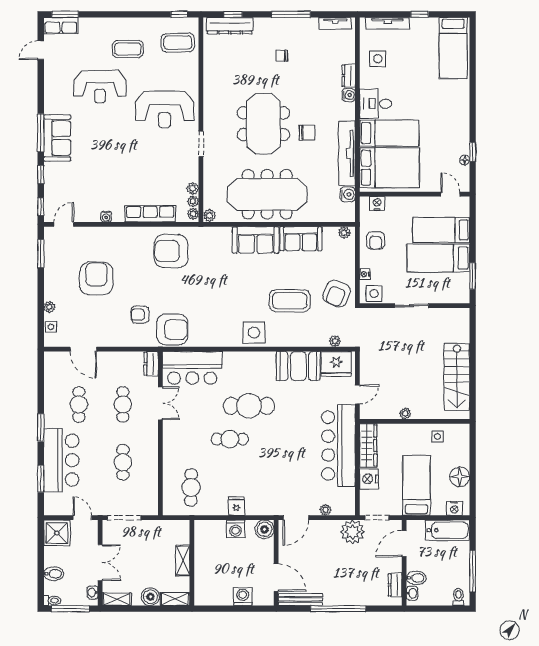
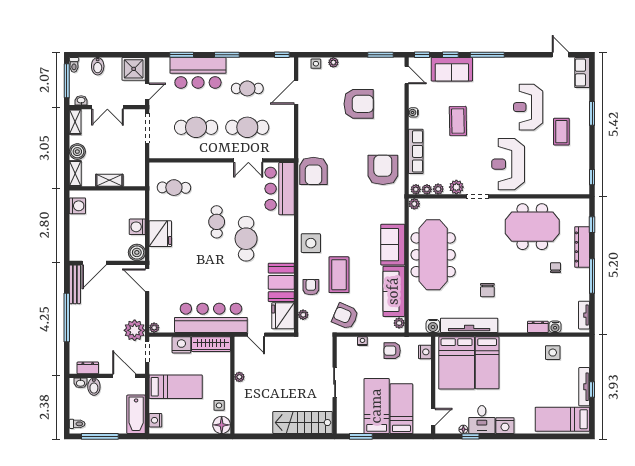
window: (65, 14) -> (592, 113), moved
tv unit: (387, 23) -> (584, 387), moved
dresser: (230, 26) -> (582, 247), moved
coffee table: (178, 43) -> (458, 121), moved
water cooler: (349, 95) -> (555, 327), moved
desk: (376, 104) -> (482, 420), moved, turned 180
nightstand: (460, 113) -> (505, 426), added
meeting table: (263, 124) -> (532, 227), moved
sofa: (57, 138) -> (452, 69), moved
plant: (191, 168) -> (456, 187), added
sofa: (301, 239) -> (394, 291), width x1.36
side table: (374, 294) -> (345, 349), removed
armchair: (140, 315) -> (311, 287), moved
dresser: (151, 364) -> (283, 152), removed
window: (41, 365) -> (282, 55), added
stairs: (457, 377) -> (303, 423), moved
cafe table: (123, 404) -> (247, 127), width x1.37, depth x1.35
cafe table: (123, 462) -> (196, 127), width x1.37, depth x1.35
floor lamp: (460, 477) -> (222, 425), moved
fridge: (236, 506) -> (160, 234), width x1.88, depth x1.34
plant: (326, 510) -> (154, 328), moved
washing machine: (243, 597) -> (77, 206), moved

